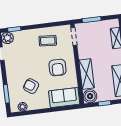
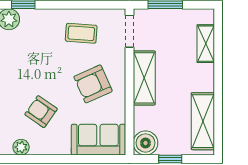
armchair: (58, 68) -> (93, 84), turned 66
shelving: (87, 74) -> (144, 78), moved

